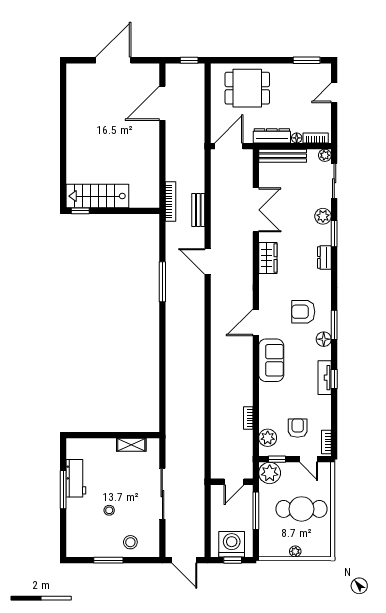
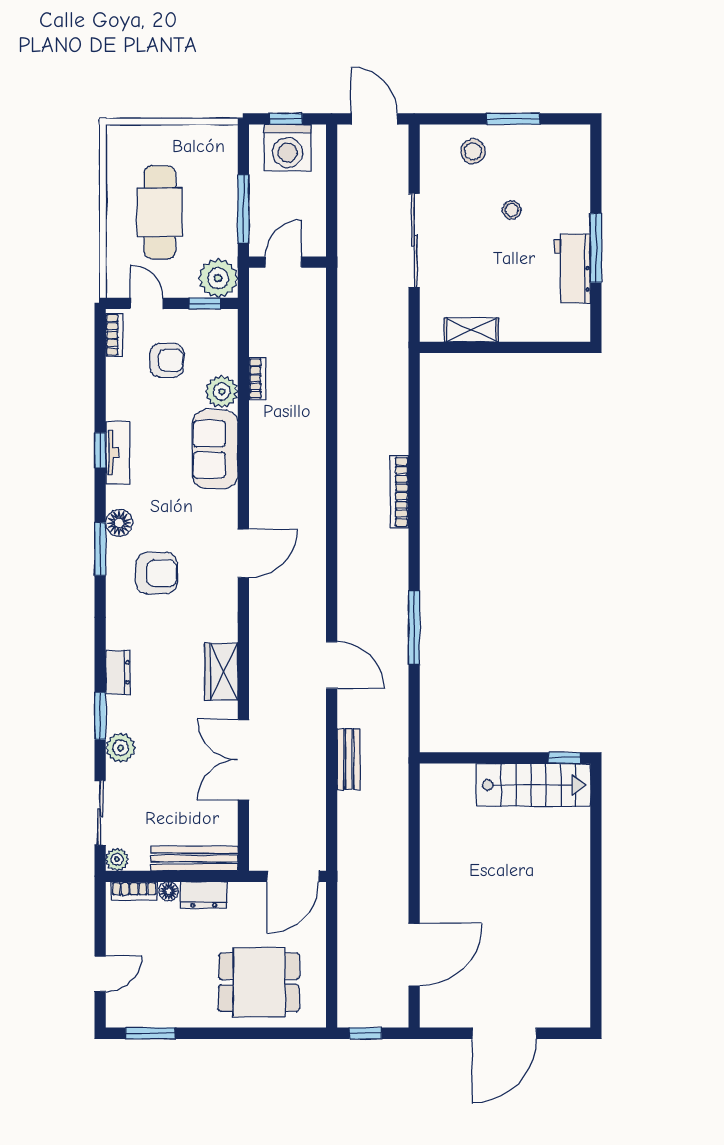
dresser: (272, 136) -> (204, 895), width x0.70
bookcase: (171, 201) -> (399, 492), moved
sofa: (271, 360) -> (215, 449), moved
armchair: (298, 428) -> (167, 360), turned -90
plant: (268, 438) -> (222, 392), moved
cafe table: (301, 509) -> (160, 212), turned 90
plant: (295, 551) -> (171, 135), removed

